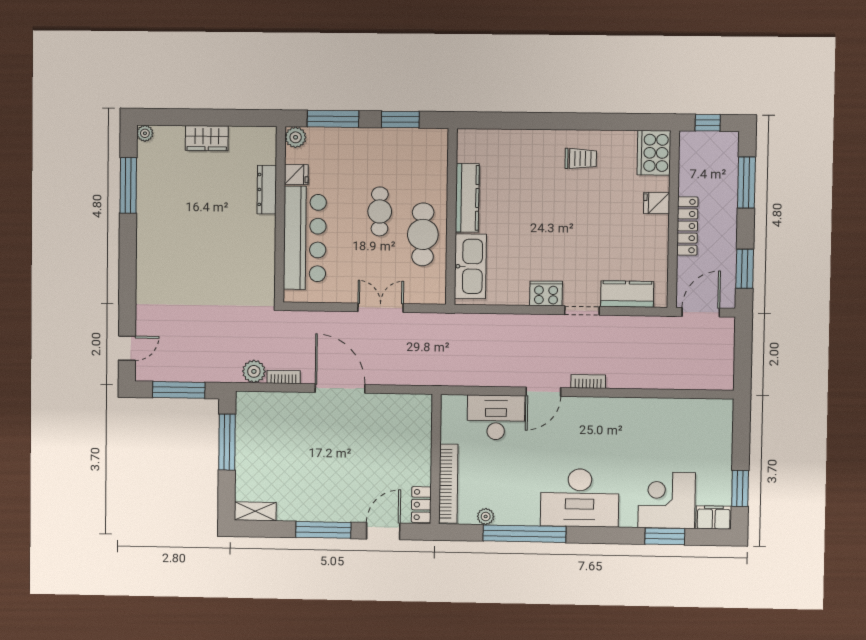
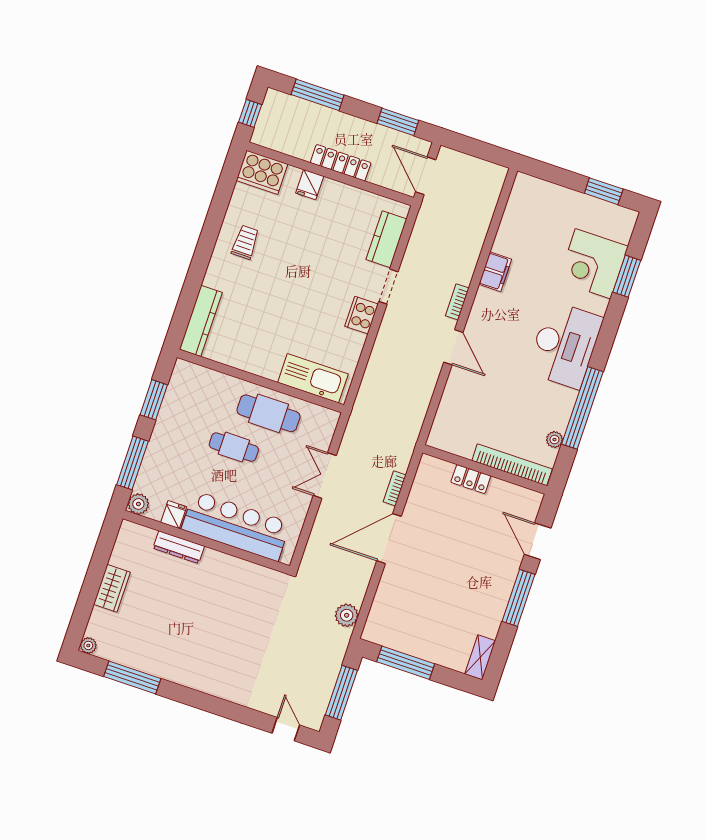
kitchen counter: (467, 198) -> (201, 321), moved, turned 90
bookcase: (284, 377) -> (395, 488), moved
desk: (496, 417) -> (463, 400), removed
locker: (421, 505) -> (471, 479), moved
filing cabinet: (714, 517) -> (495, 272), moved, turned 180

